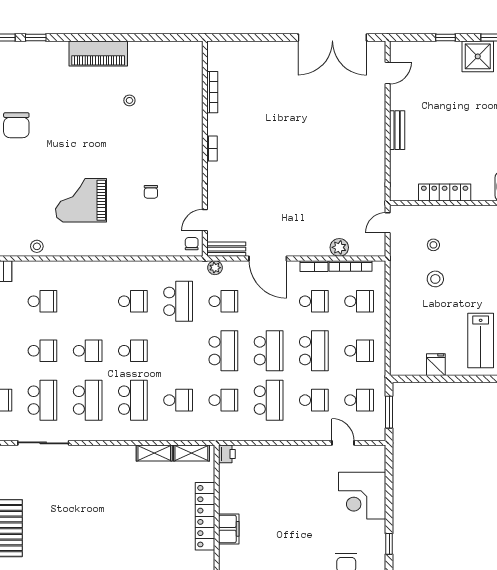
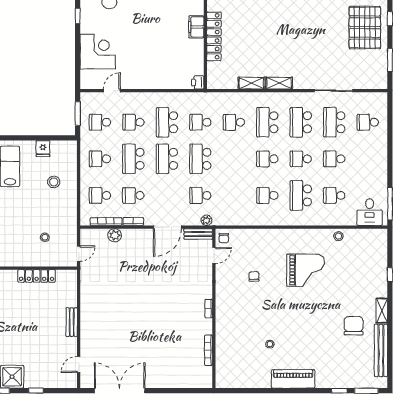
door: (268, 258) -> (167, 227), swing flipped
stool: (435, 279) -> (54, 182), moved
school desk: (178, 301) -> (301, 195), moved
door: (343, 443) -> (112, 91), swing flipped
shelving: (191, 453) -> (279, 83), moved

